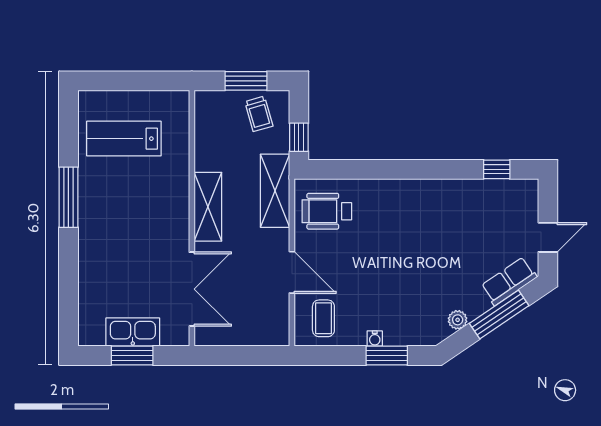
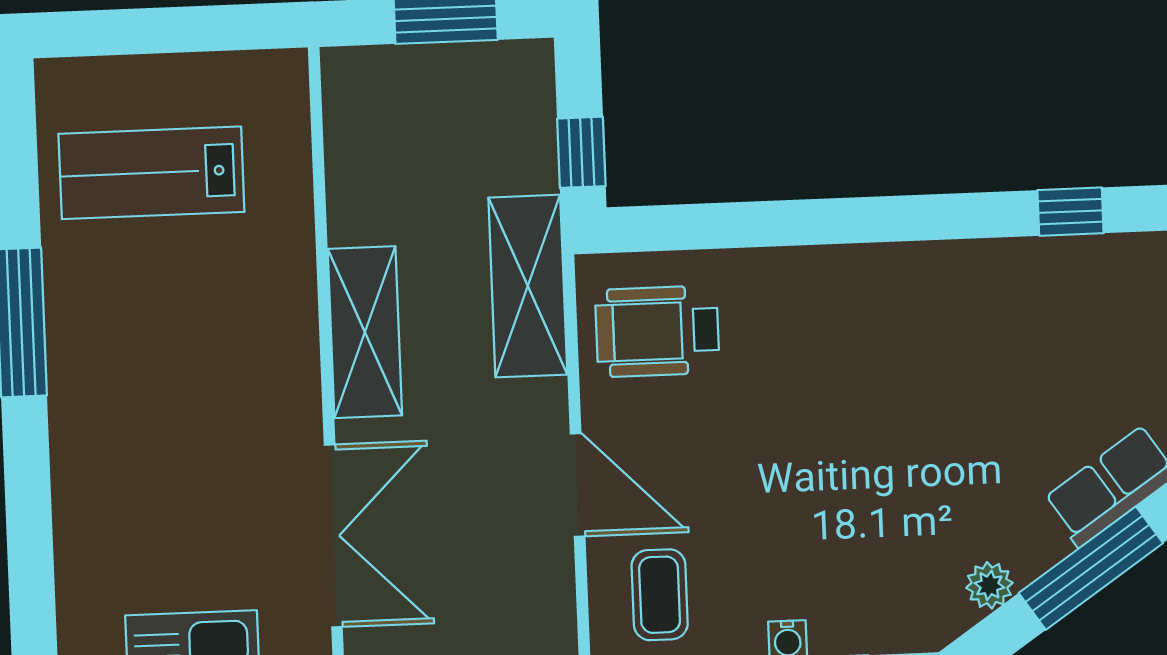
trolley: (259, 114) -> (481, 99), removed

